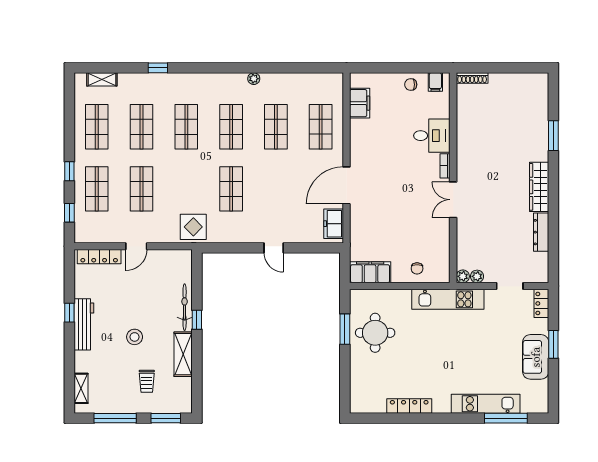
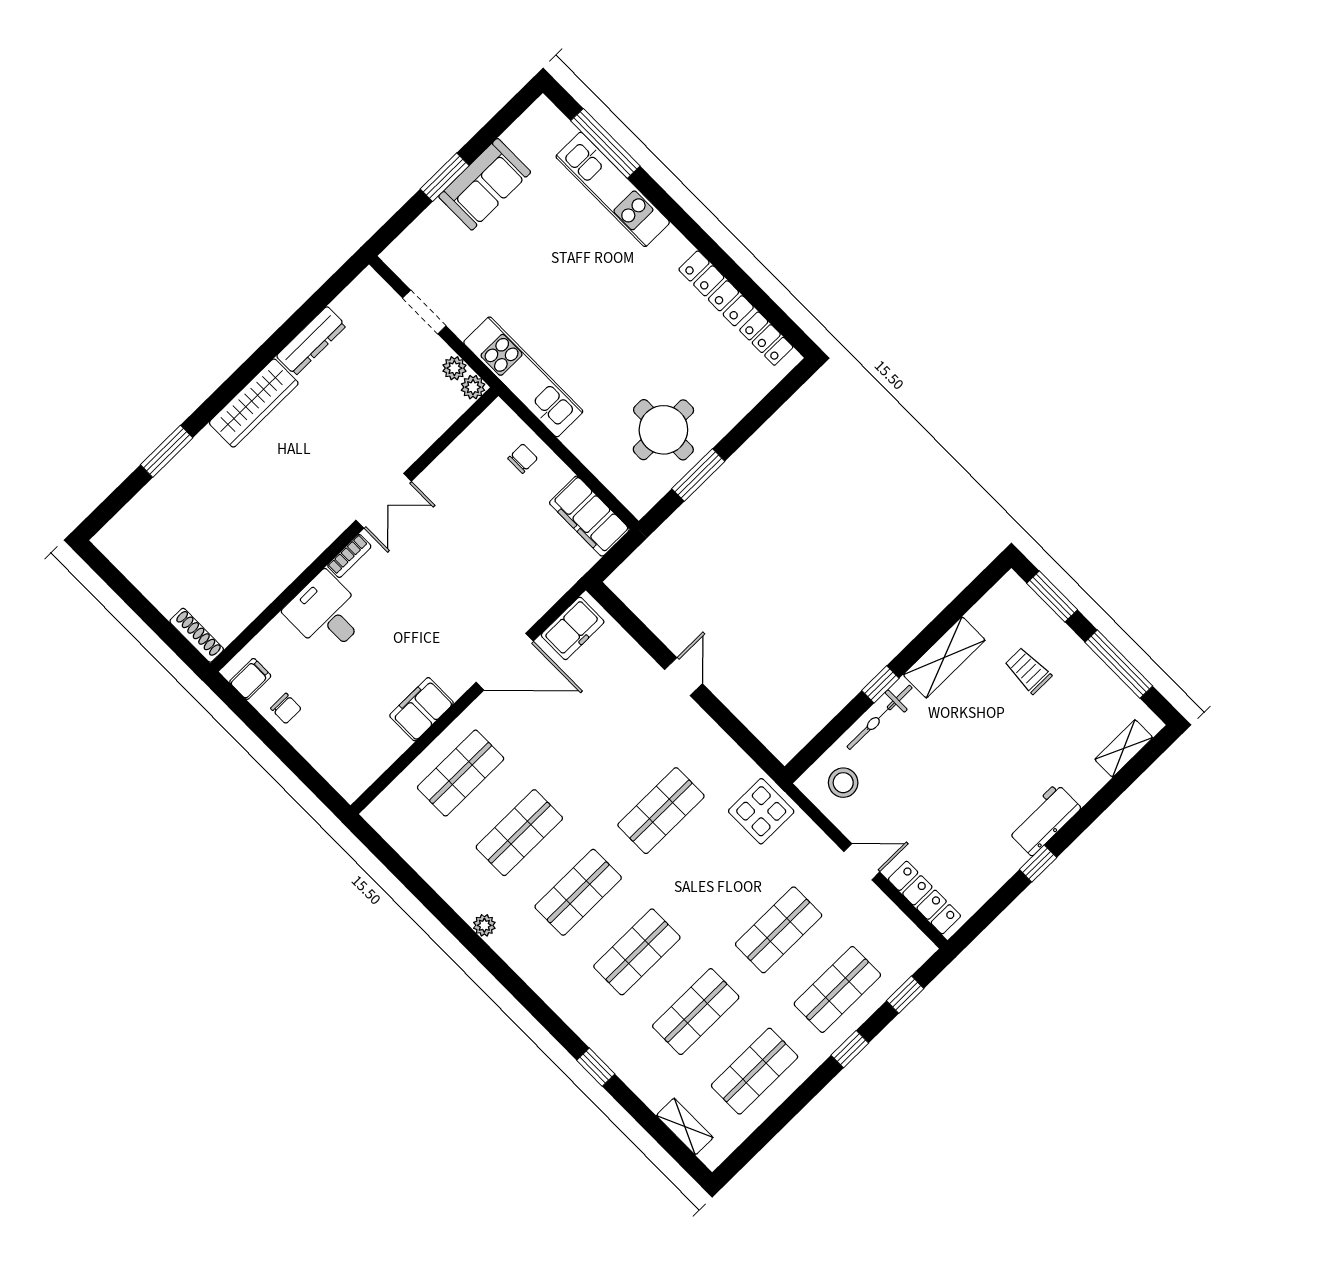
filing cabinet: (360, 103) -> (422, 709), moved
locker: (541, 303) -> (766, 339), moved, turned 90
workbench: (84, 324) -> (1044, 820), width x0.73
stool: (135, 337) -> (843, 783), moved
trolley: (147, 381) -> (1028, 671), turned -90

